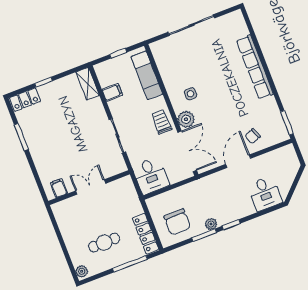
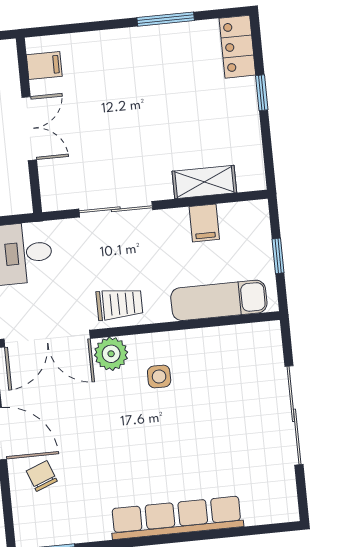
shelving: (88, 84) -> (204, 182), moved

